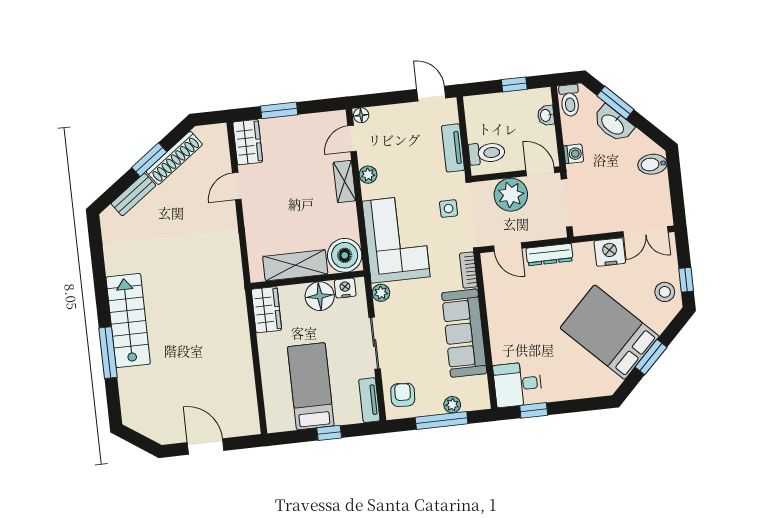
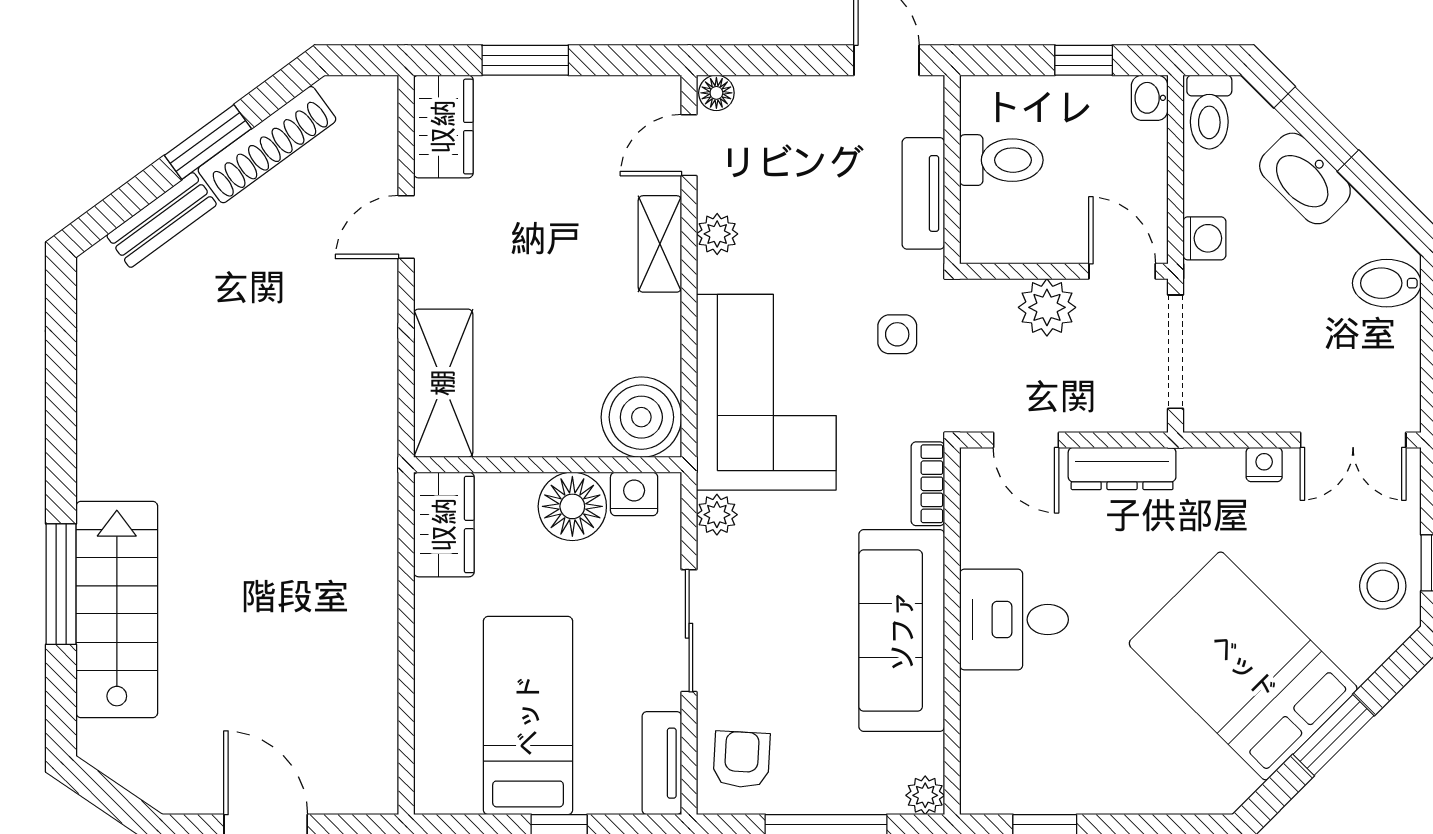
washbasin: (546, 115) -> (1150, 98), moved
toilet: (487, 153) -> (1001, 160), moved
plant: (511, 195) -> (1047, 307), width x0.73, depth x0.73
nightstand: (610, 252) -> (1264, 464), width x0.53, depth x0.56
shelving: (295, 265) -> (443, 383), moved, turned 90
stairs: (128, 321) -> (117, 610), moved
desk: (518, 384) -> (1014, 620), moved
plant: (452, 405) -> (925, 795), moved

